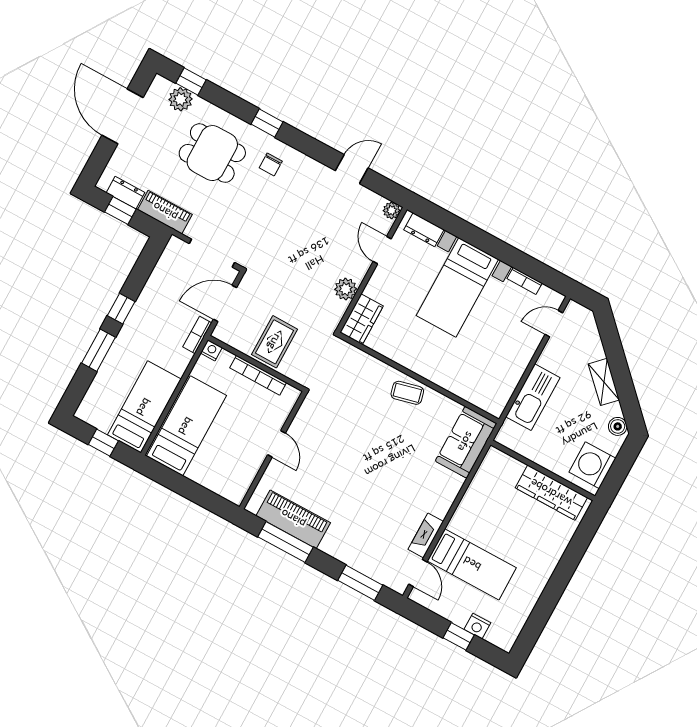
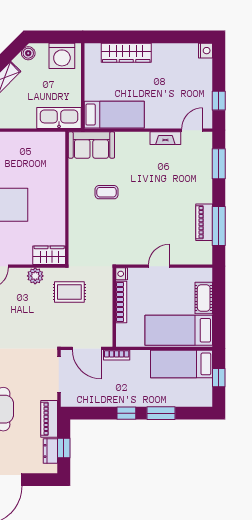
rug: (275, 342) -> (69, 292), moved
nightstand: (211, 350) -> (122, 274), moved
coffee table: (407, 393) -> (107, 192), moved, turned -76
kitchen sink: (533, 397) -> (59, 118), moved
cot: (209, 477) -> (204, 298), added
wardrobe: (551, 493) -> (126, 53), moved, turned 90
piano: (293, 519) -> (204, 222), width x0.73, depth x0.75
bed: (472, 564) -> (114, 115), moved, turned 90
nightstand: (477, 626) -> (206, 51), moved
window: (459, 636) -> (219, 101), moved

